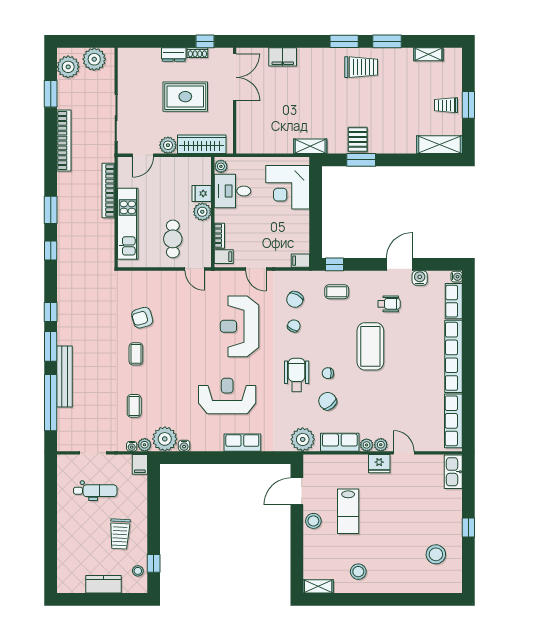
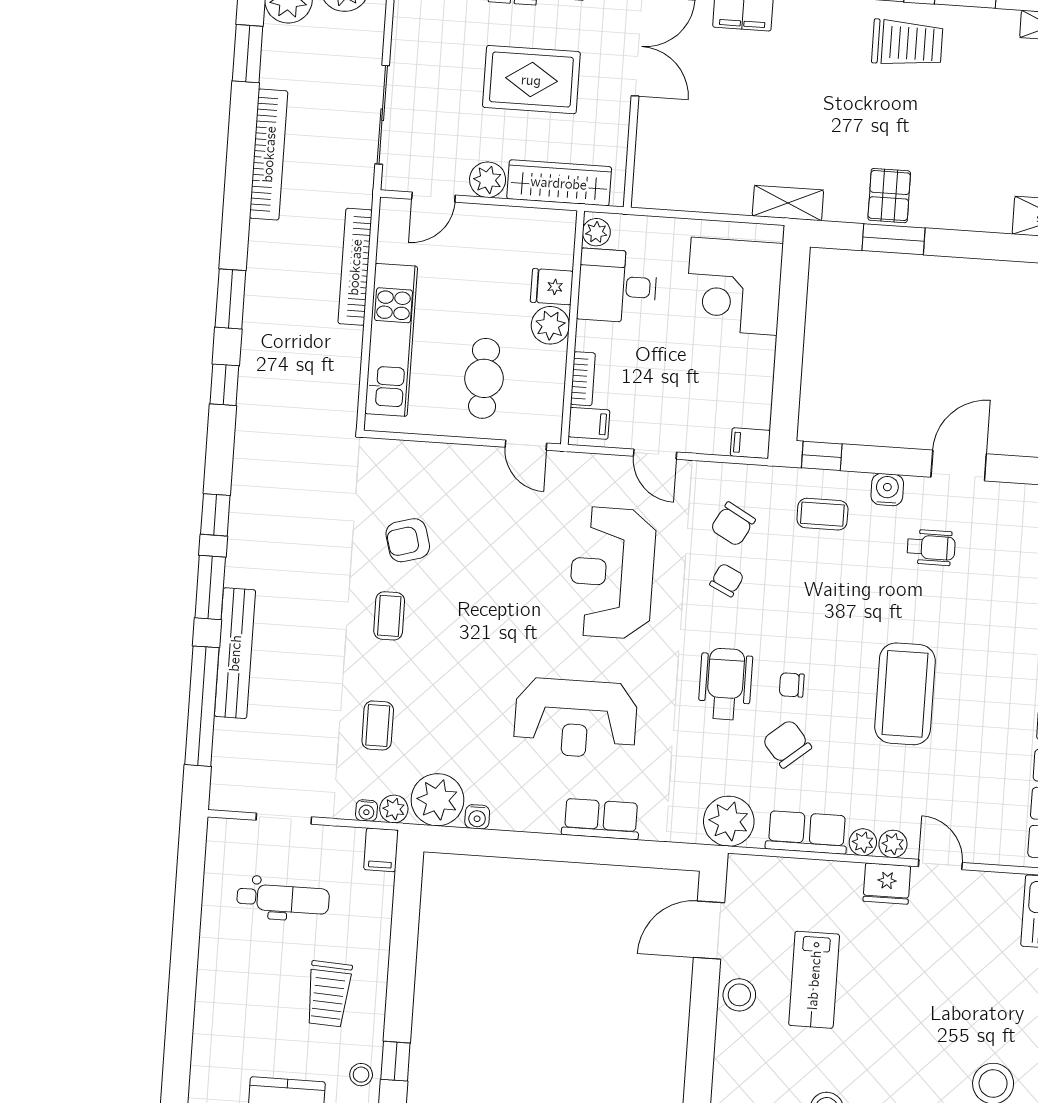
water cooler: (420, 278) -> (887, 490), moved
coffee table: (370, 346) -> (905, 694), moved
reception desk: (227, 396) -> (576, 718), turned 180

